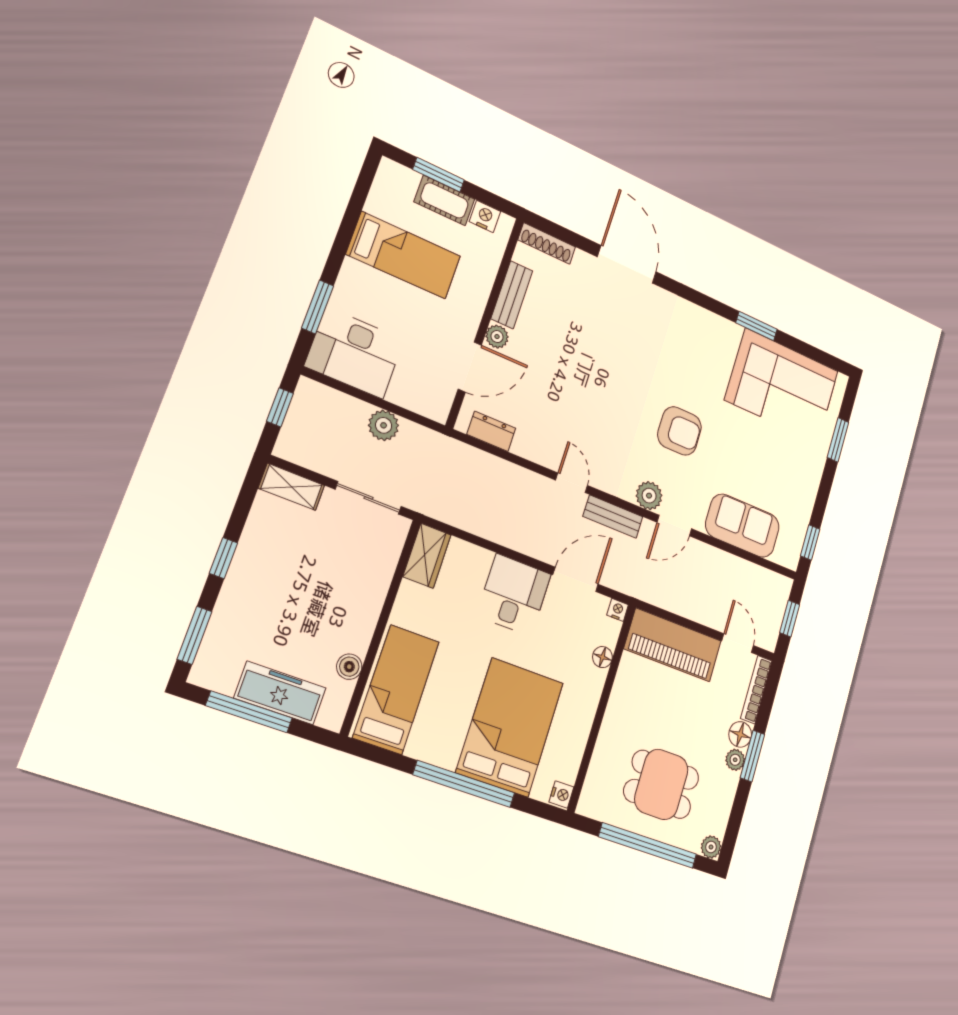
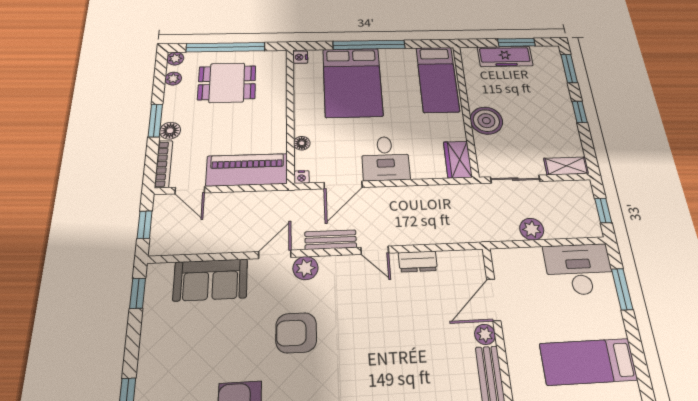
dresser: (491, 431) -> (418, 261), moved
boiler: (349, 667) -> (486, 121), moved, width x1.86, depth x1.86
window: (249, 712) -> (516, 42), width x0.69
plant: (735, 760) -> (173, 79), moved

